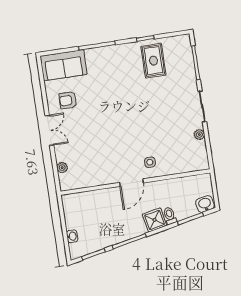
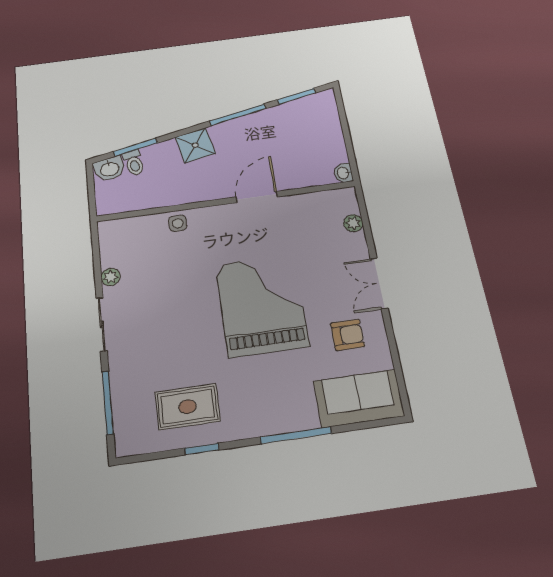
rug: (153, 61) -> (188, 407), turned 90
grand piano: (114, 118) -> (262, 305), added
side table: (150, 162) -> (178, 223), moved
door: (131, 183) -> (257, 197), moved
toilet: (170, 216) -> (134, 163), moved
washbasin: (72, 236) -> (343, 173), moved

